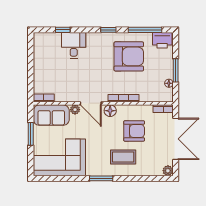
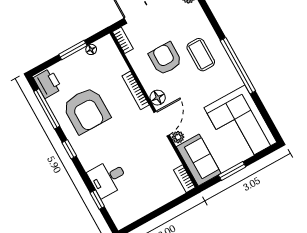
armchair: (129, 56) -> (86, 110), turned 180
window: (101, 178) -> (238, 66), width x2.11

